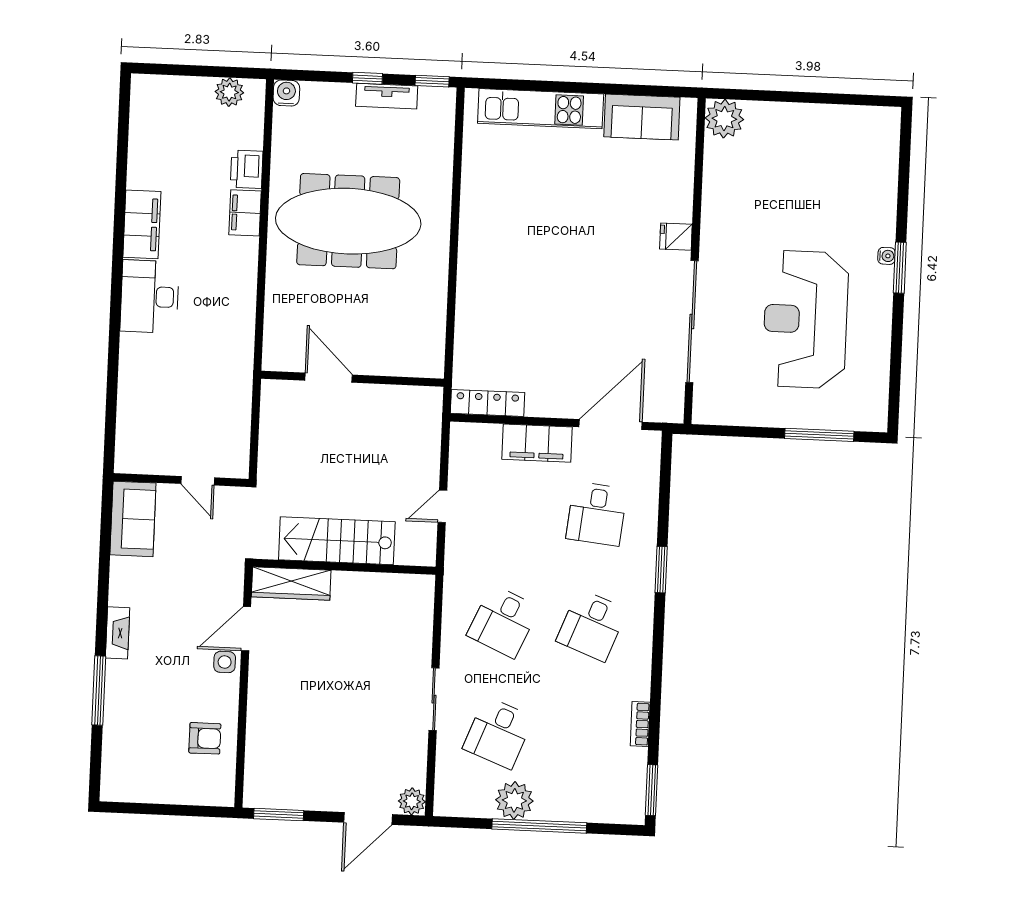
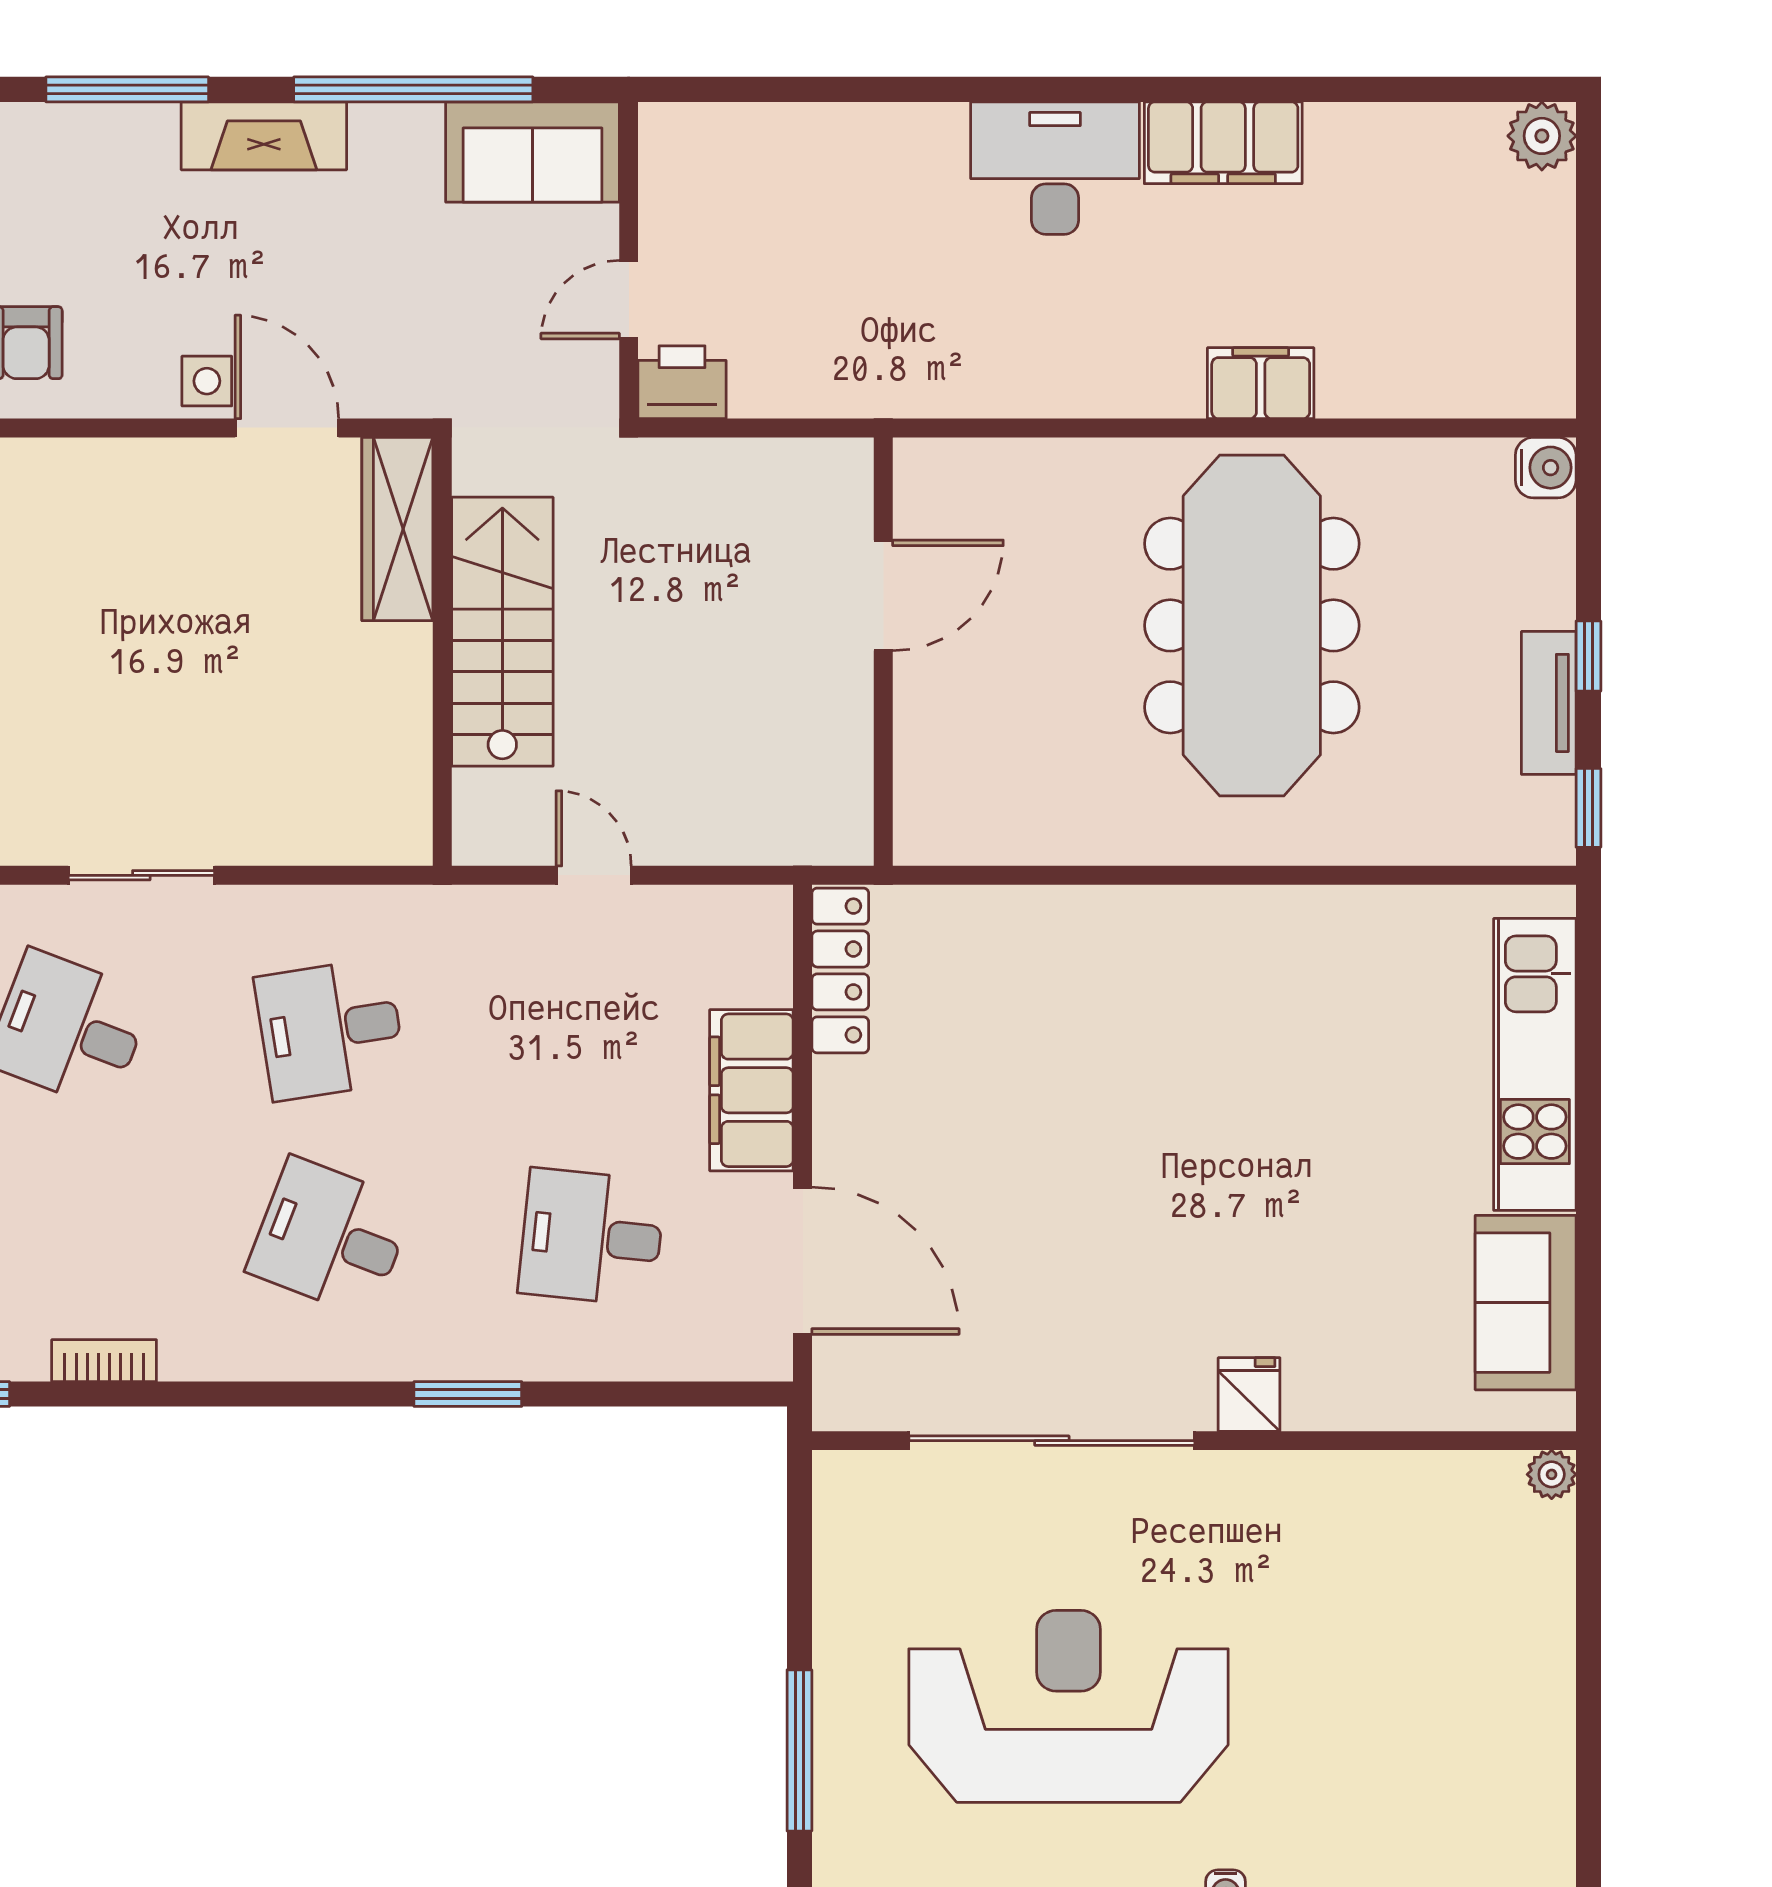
plant: (229, 92) -> (1542, 136), moved
plant: (724, 119) -> (1552, 1474), width x0.53, depth x0.53
printer: (247, 169) -> (682, 382), moved
window: (104, 569) -> (413, 89), added
desk: (503, 621) -> (330, 1029), turned -33
fireplace: (118, 633) -> (264, 136), width x1.37, depth x1.32

